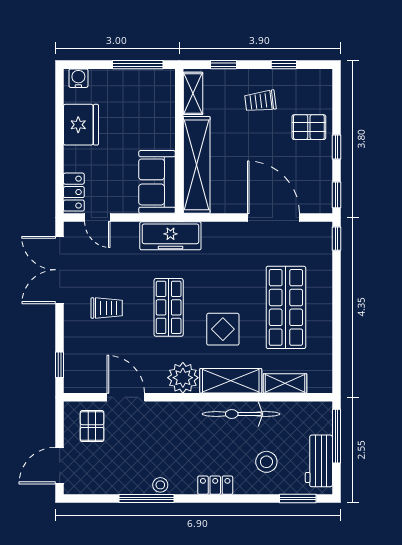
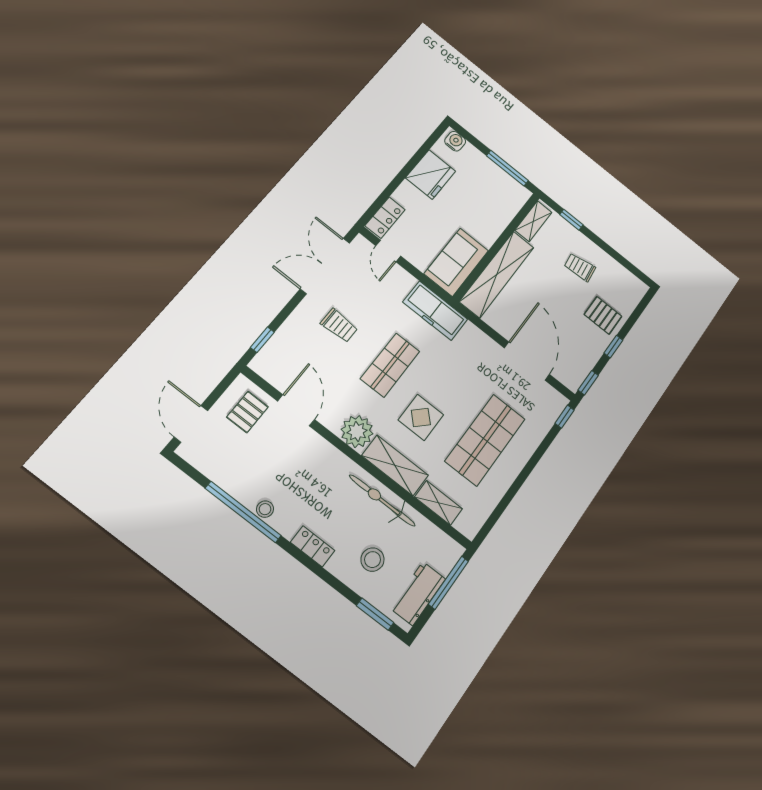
window: (284, 65) -> (616, 256), removed
door: (60, 466) -> (191, 424), hinge flipped
window: (146, 499) -> (243, 512), width x1.46

